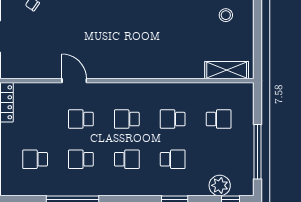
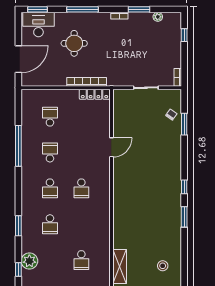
school desk: (81, 119) -> (81, 152), removed
school desk: (127, 119) -> (81, 188), turned 180
school desk: (173, 119) -> (81, 224), removed

